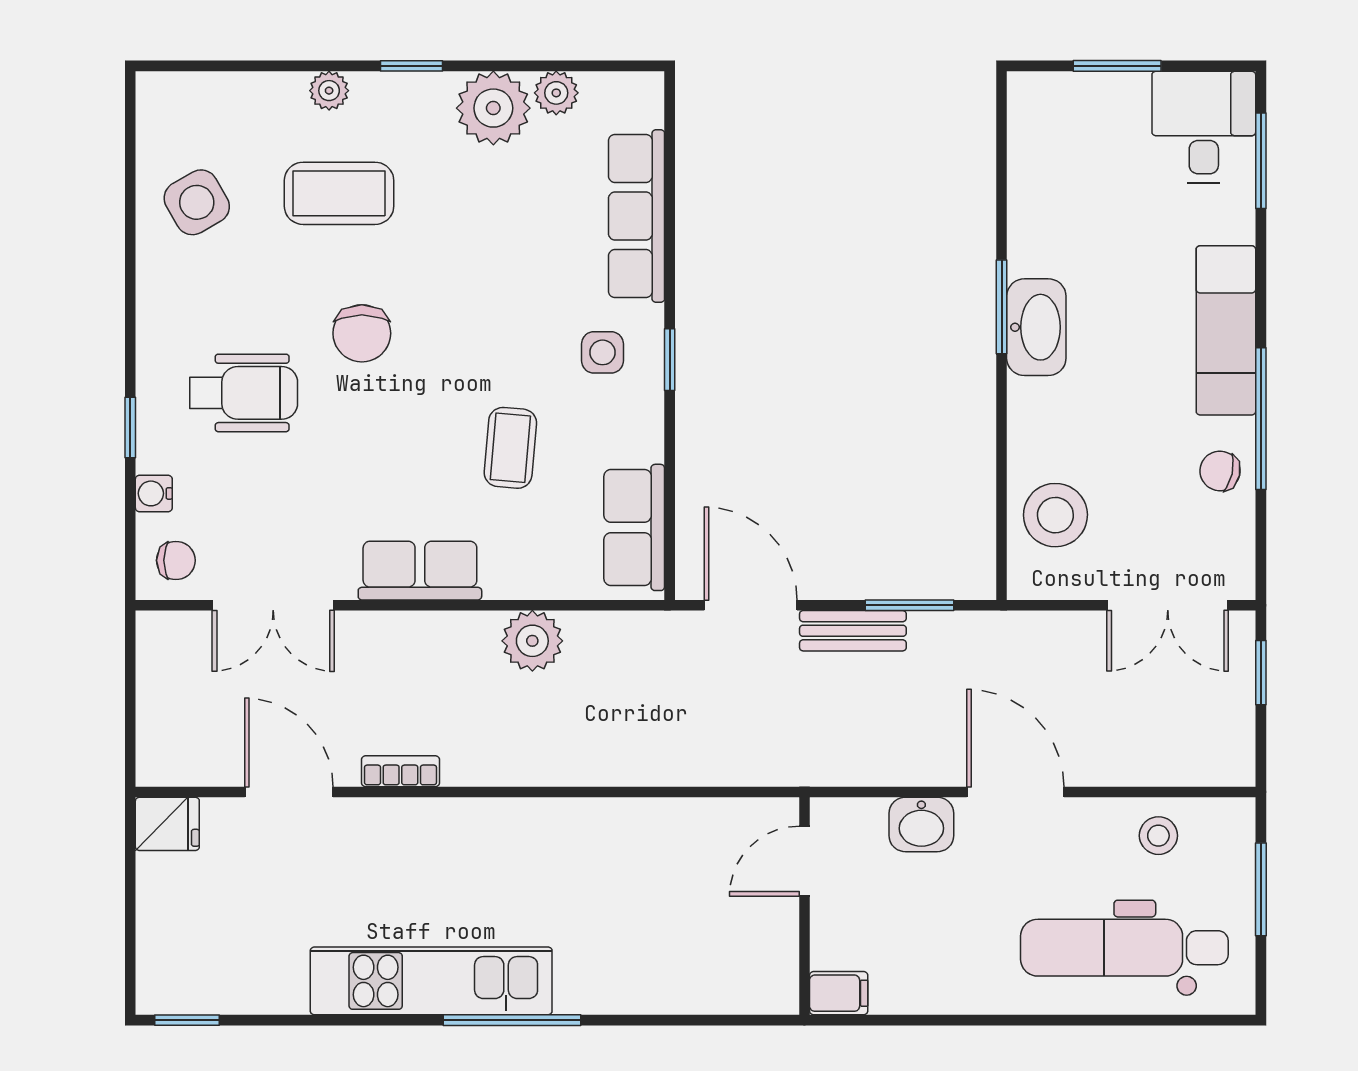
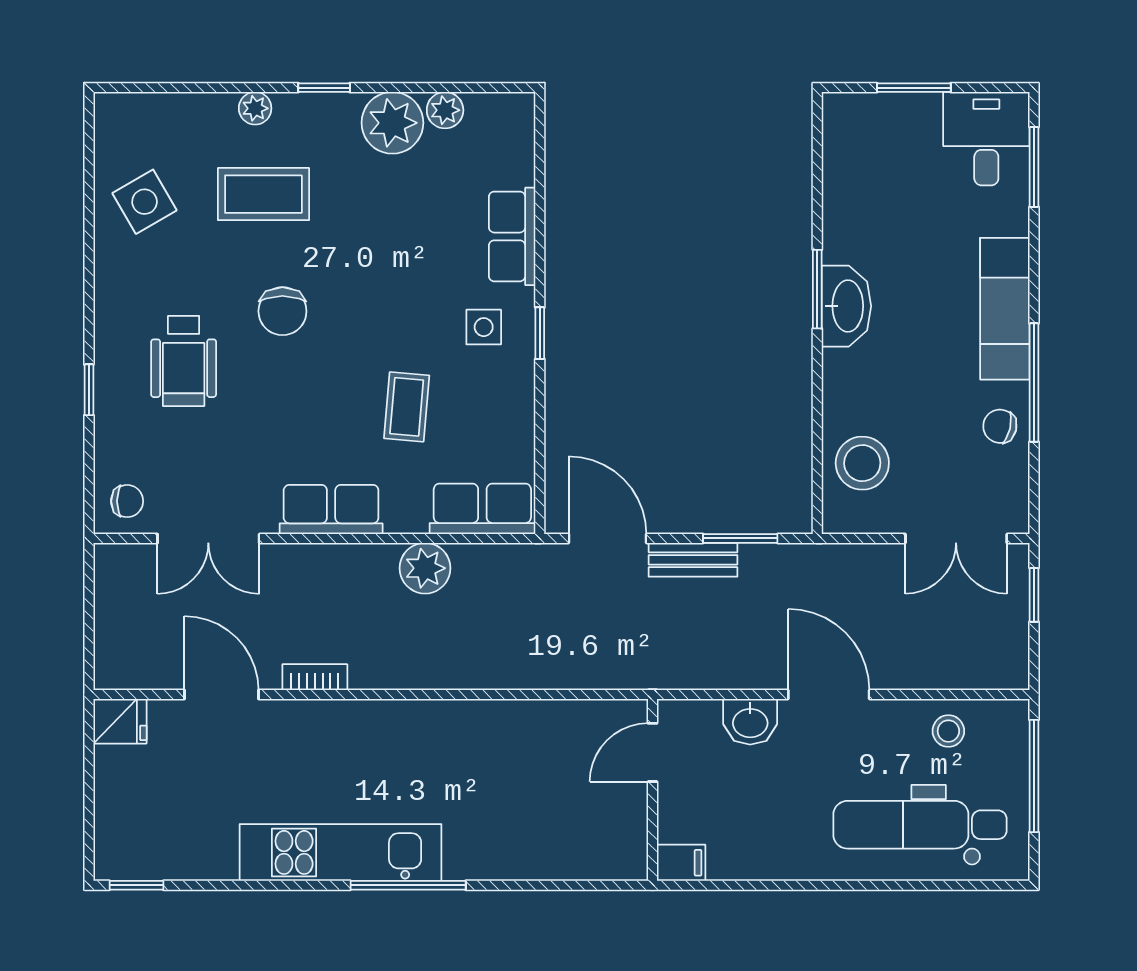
row of seats: (637, 216) -> (512, 236), width x0.68
wheelchair: (244, 393) -> (184, 361), turned 90
water cooler: (154, 493) -> (109, 445), removed
row of seats: (634, 527) -> (482, 509), moved, turned 90
window: (1261, 889) -> (1034, 776), width x1.44

